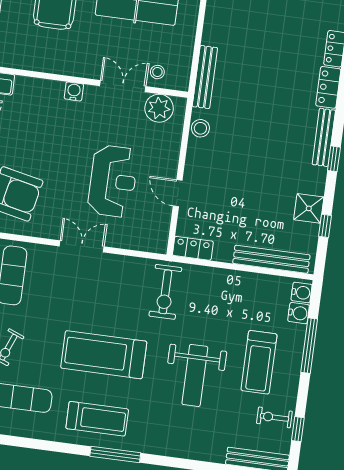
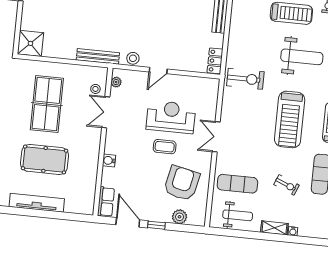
water cooler: (74, 91) -> (109, 160), moved
plant: (159, 108) -> (116, 82), width x0.53, depth x0.53
coffee table: (70, 171) -> (165, 147), added
door: (178, 193) -> (158, 71), moved

